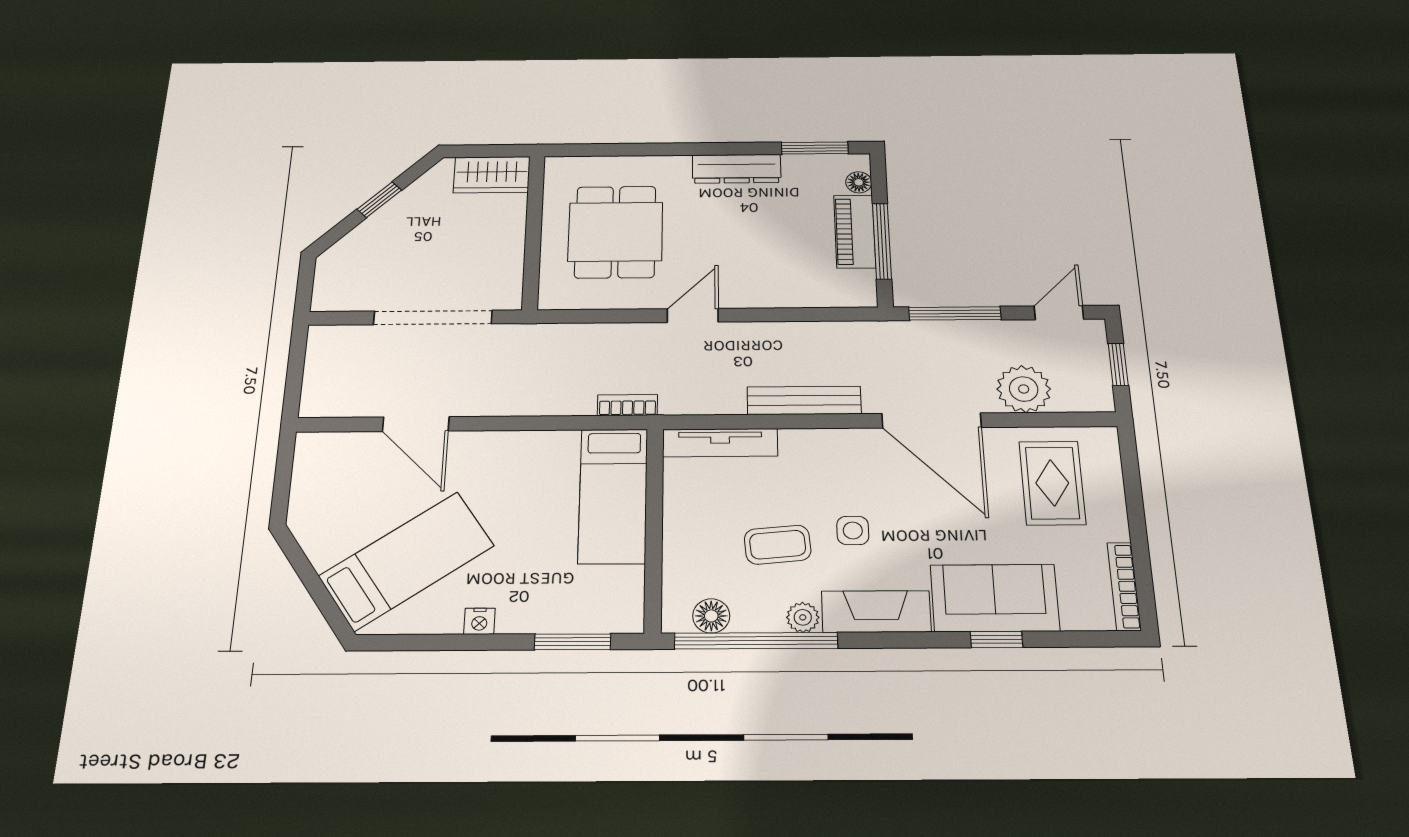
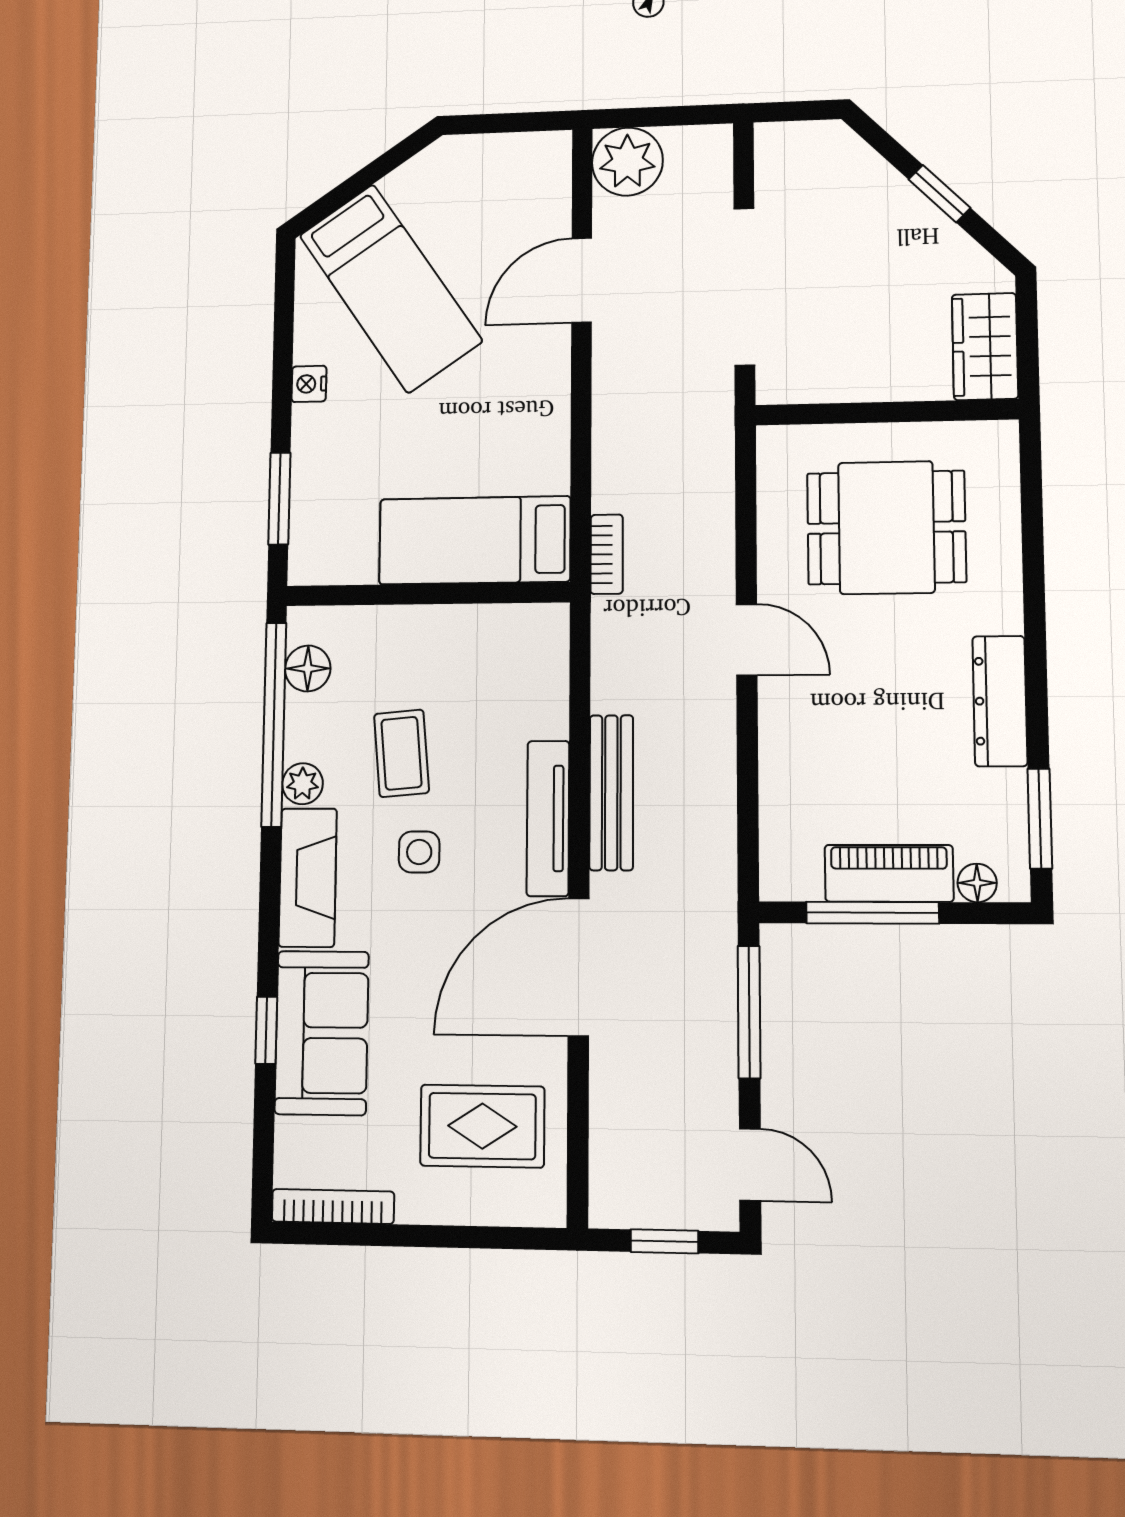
plant: (1024, 389) -> (627, 162), moved
tv unit: (720, 443) -> (548, 818), moved

